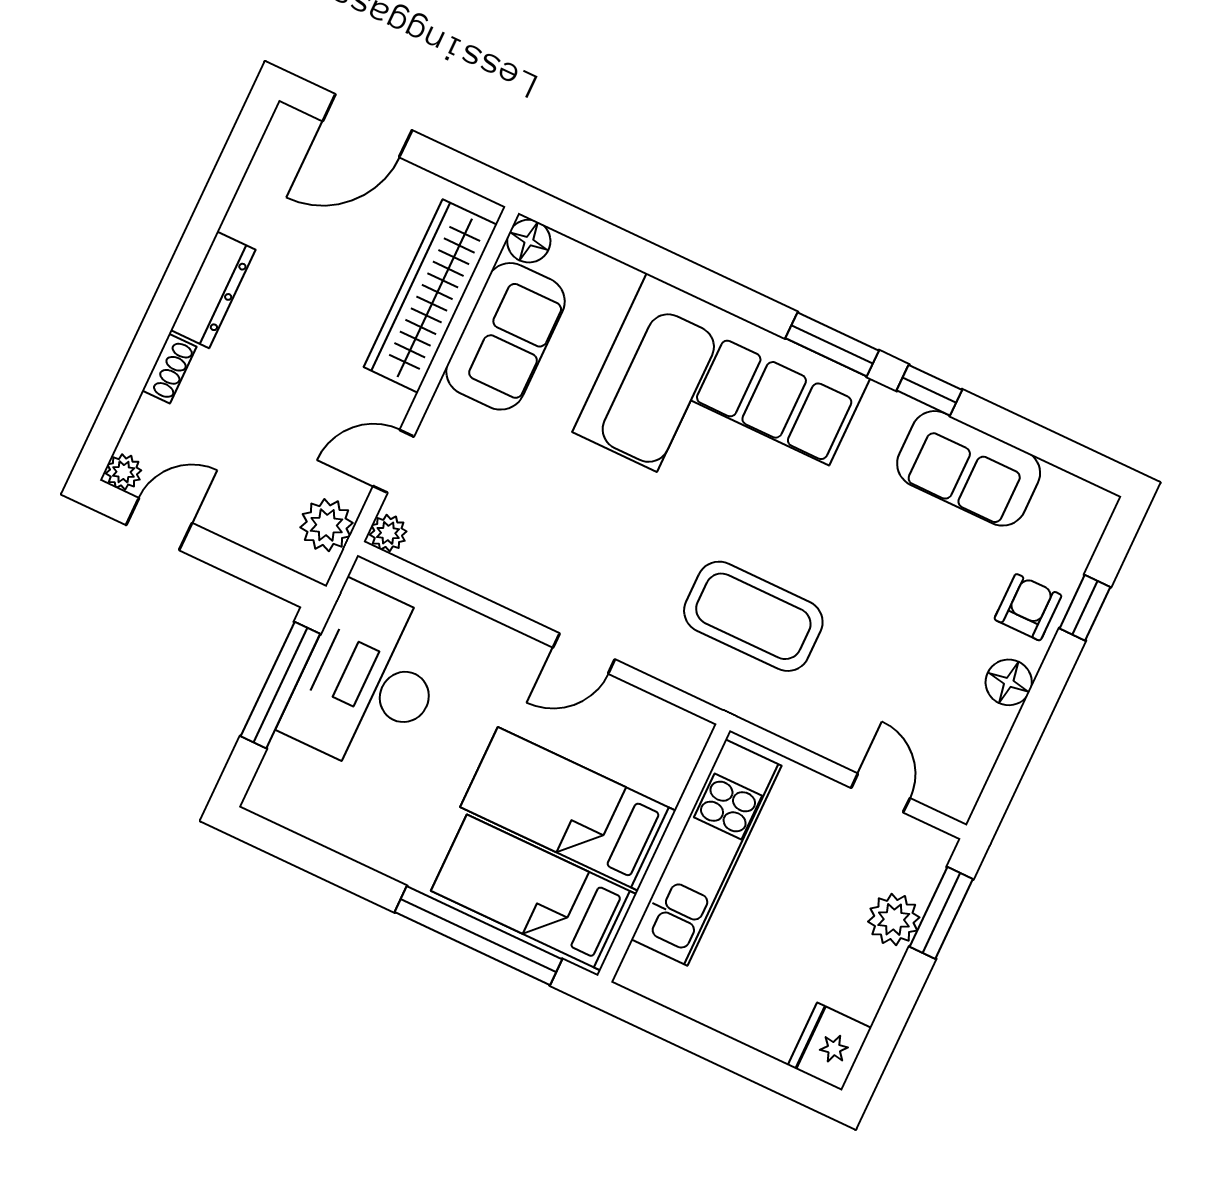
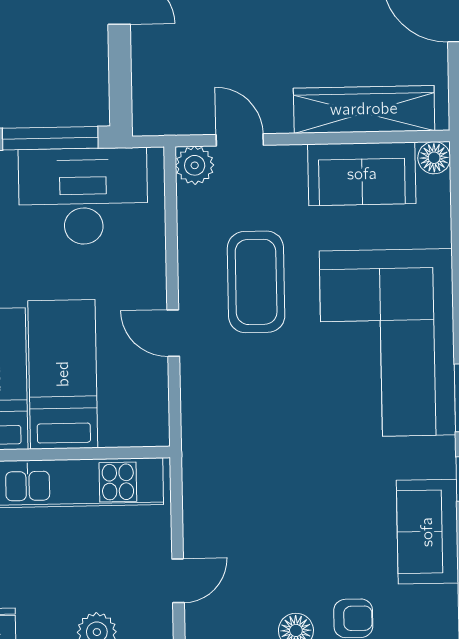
plant: (327, 525) -> (174, 116), removed
plant: (388, 533) -> (195, 165), width x1.38, depth x1.38
coffee table: (753, 616) -> (256, 282), moved

